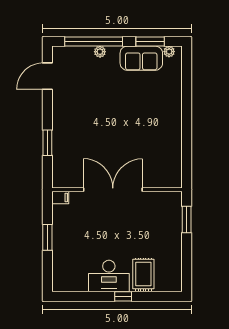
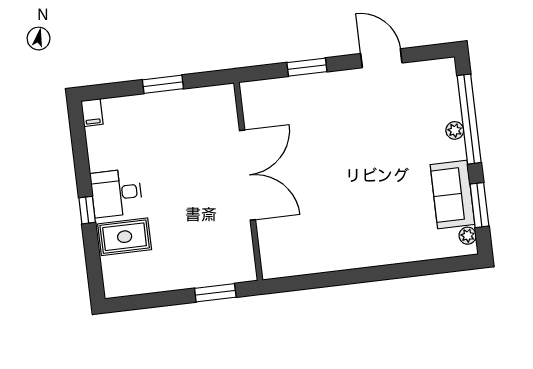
door: (47, 76) -> (381, 58), moved
filing cabinet: (60, 197) -> (92, 113), moved
desk: (109, 276) -> (116, 193), width x0.73

